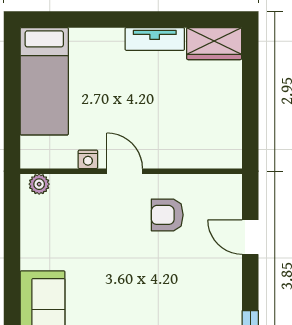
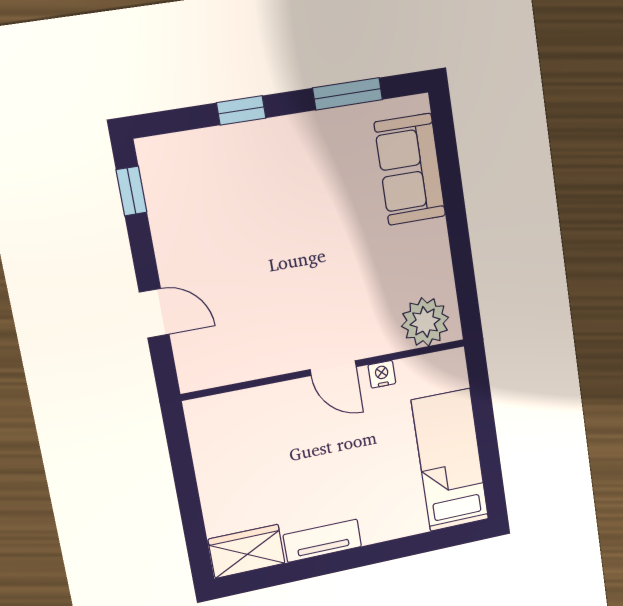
plant: (39, 184) -> (425, 322), width x1.88, depth x1.88
armchair: (167, 215) -> (269, 322), removed

